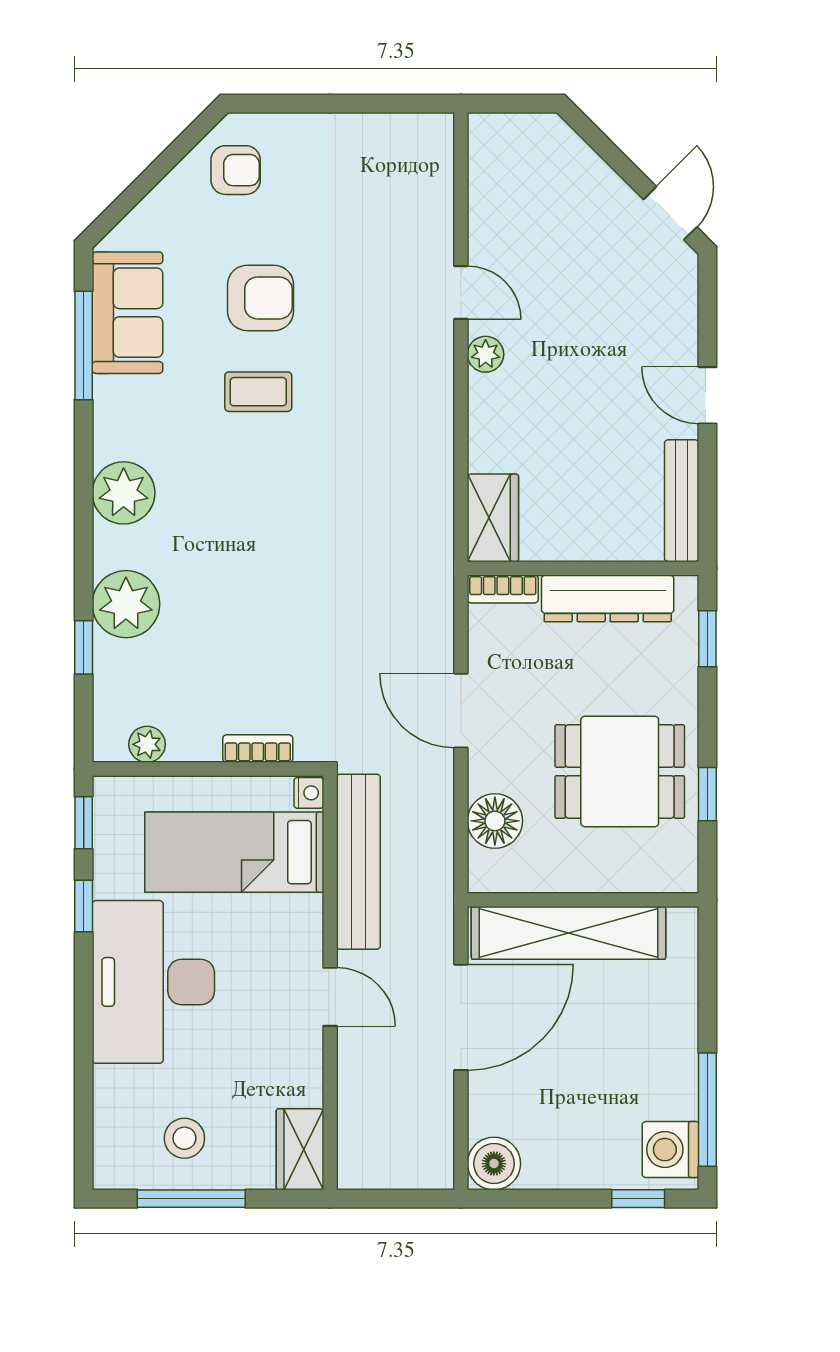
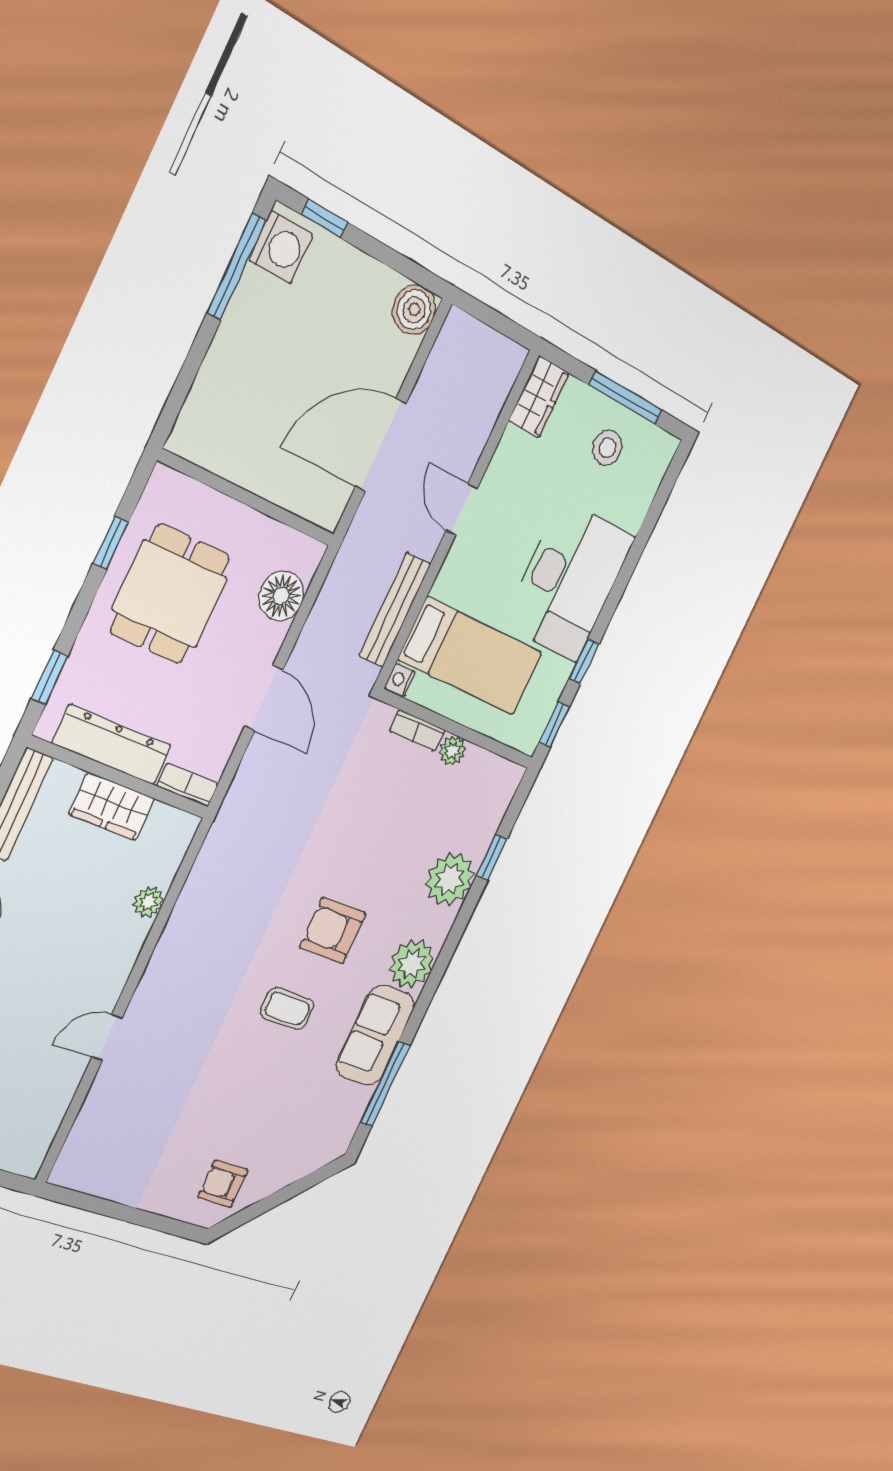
door: (461, 293) -> (107, 1037), hinge flipped
armchair: (261, 298) -> (333, 931), moved
sofa: (127, 313) -> (375, 1035), moved
plant: (486, 354) -> (148, 902), moved
wardrobe: (493, 518) -> (112, 806), moved, turned -90
plant: (147, 744) -> (452, 750), moved
dining table: (620, 771) -> (170, 594), turned 90
bench: (358, 862) -> (395, 610), width x0.73, depth x0.82
shelving: (568, 933) -> (271, 476), removed

